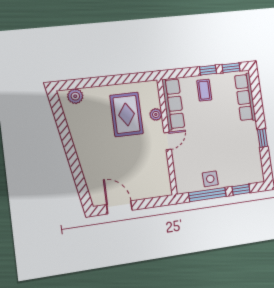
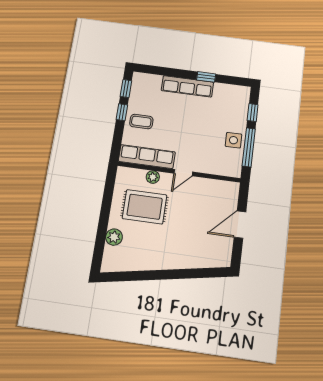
plant: (75, 96) -> (114, 237), moved
row of seats: (245, 97) -> (187, 86), moved
door: (168, 141) -> (183, 173), swing flipped
door: (119, 207) -> (240, 225), moved

